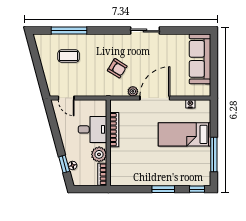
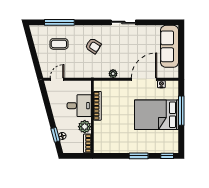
armchair: (117, 68) -> (93, 46), moved
door: (66, 98) -> (57, 79), swing flipped
door: (155, 98) -> (144, 79), moved
bed: (185, 134) -> (157, 115), width x1.50
window: (214, 155) -> (181, 111), moved

